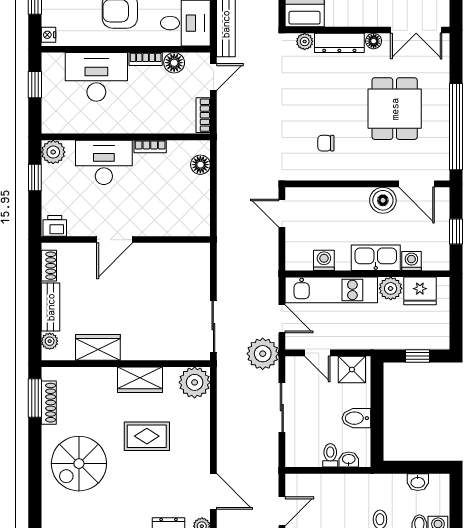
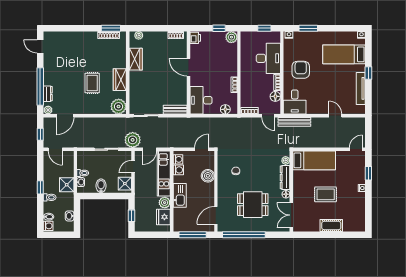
desk: (104, 162) -> (201, 100), moved, turned 180
boiler: (383, 200) -> (208, 176), moved
window: (456, 231) -> (193, 235), width x2.17
washing machine: (411, 261) -> (178, 159), moved
bench: (51, 307) -> (175, 110), moved
spiral stairs: (79, 464) -> (79, 50), removed
shower: (354, 488) -> (67, 185), added

